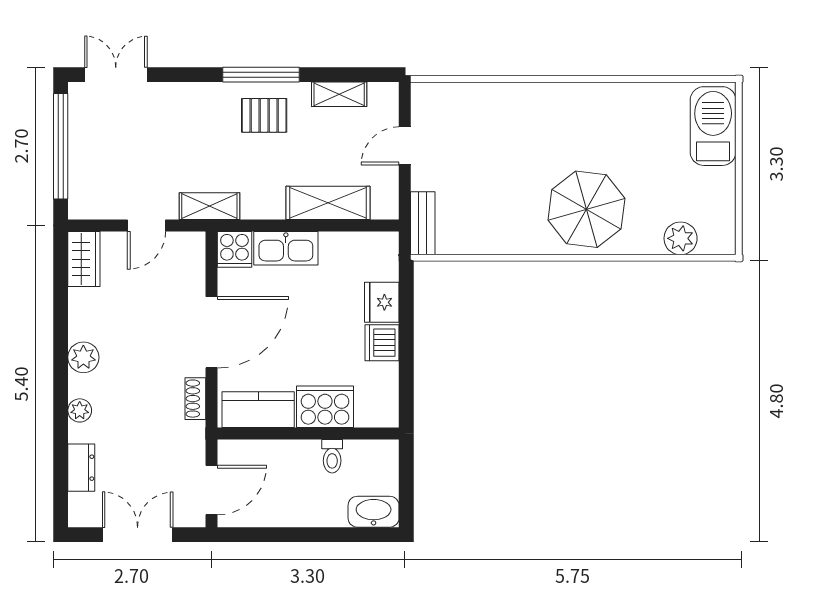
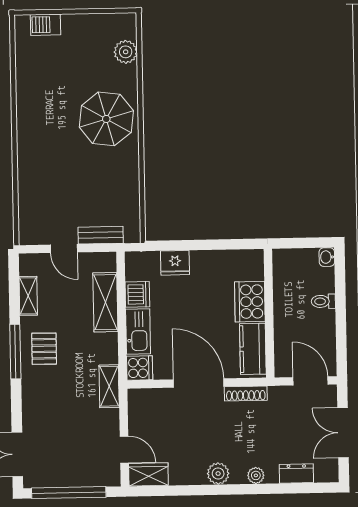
barbecue: (713, 126) -> (45, 25), width x0.53, depth x0.65
bench: (423, 223) -> (101, 235), moved
door: (146, 226) -> (124, 450), moved
dishwasher: (382, 343) -> (137, 294), moved, turned -90
shoe rack: (195, 399) -> (246, 394), width x1.43
toilet: (332, 456) -> (323, 301), moved, turned 180
washbasin: (374, 512) -> (327, 257), width x0.52, depth x0.69

